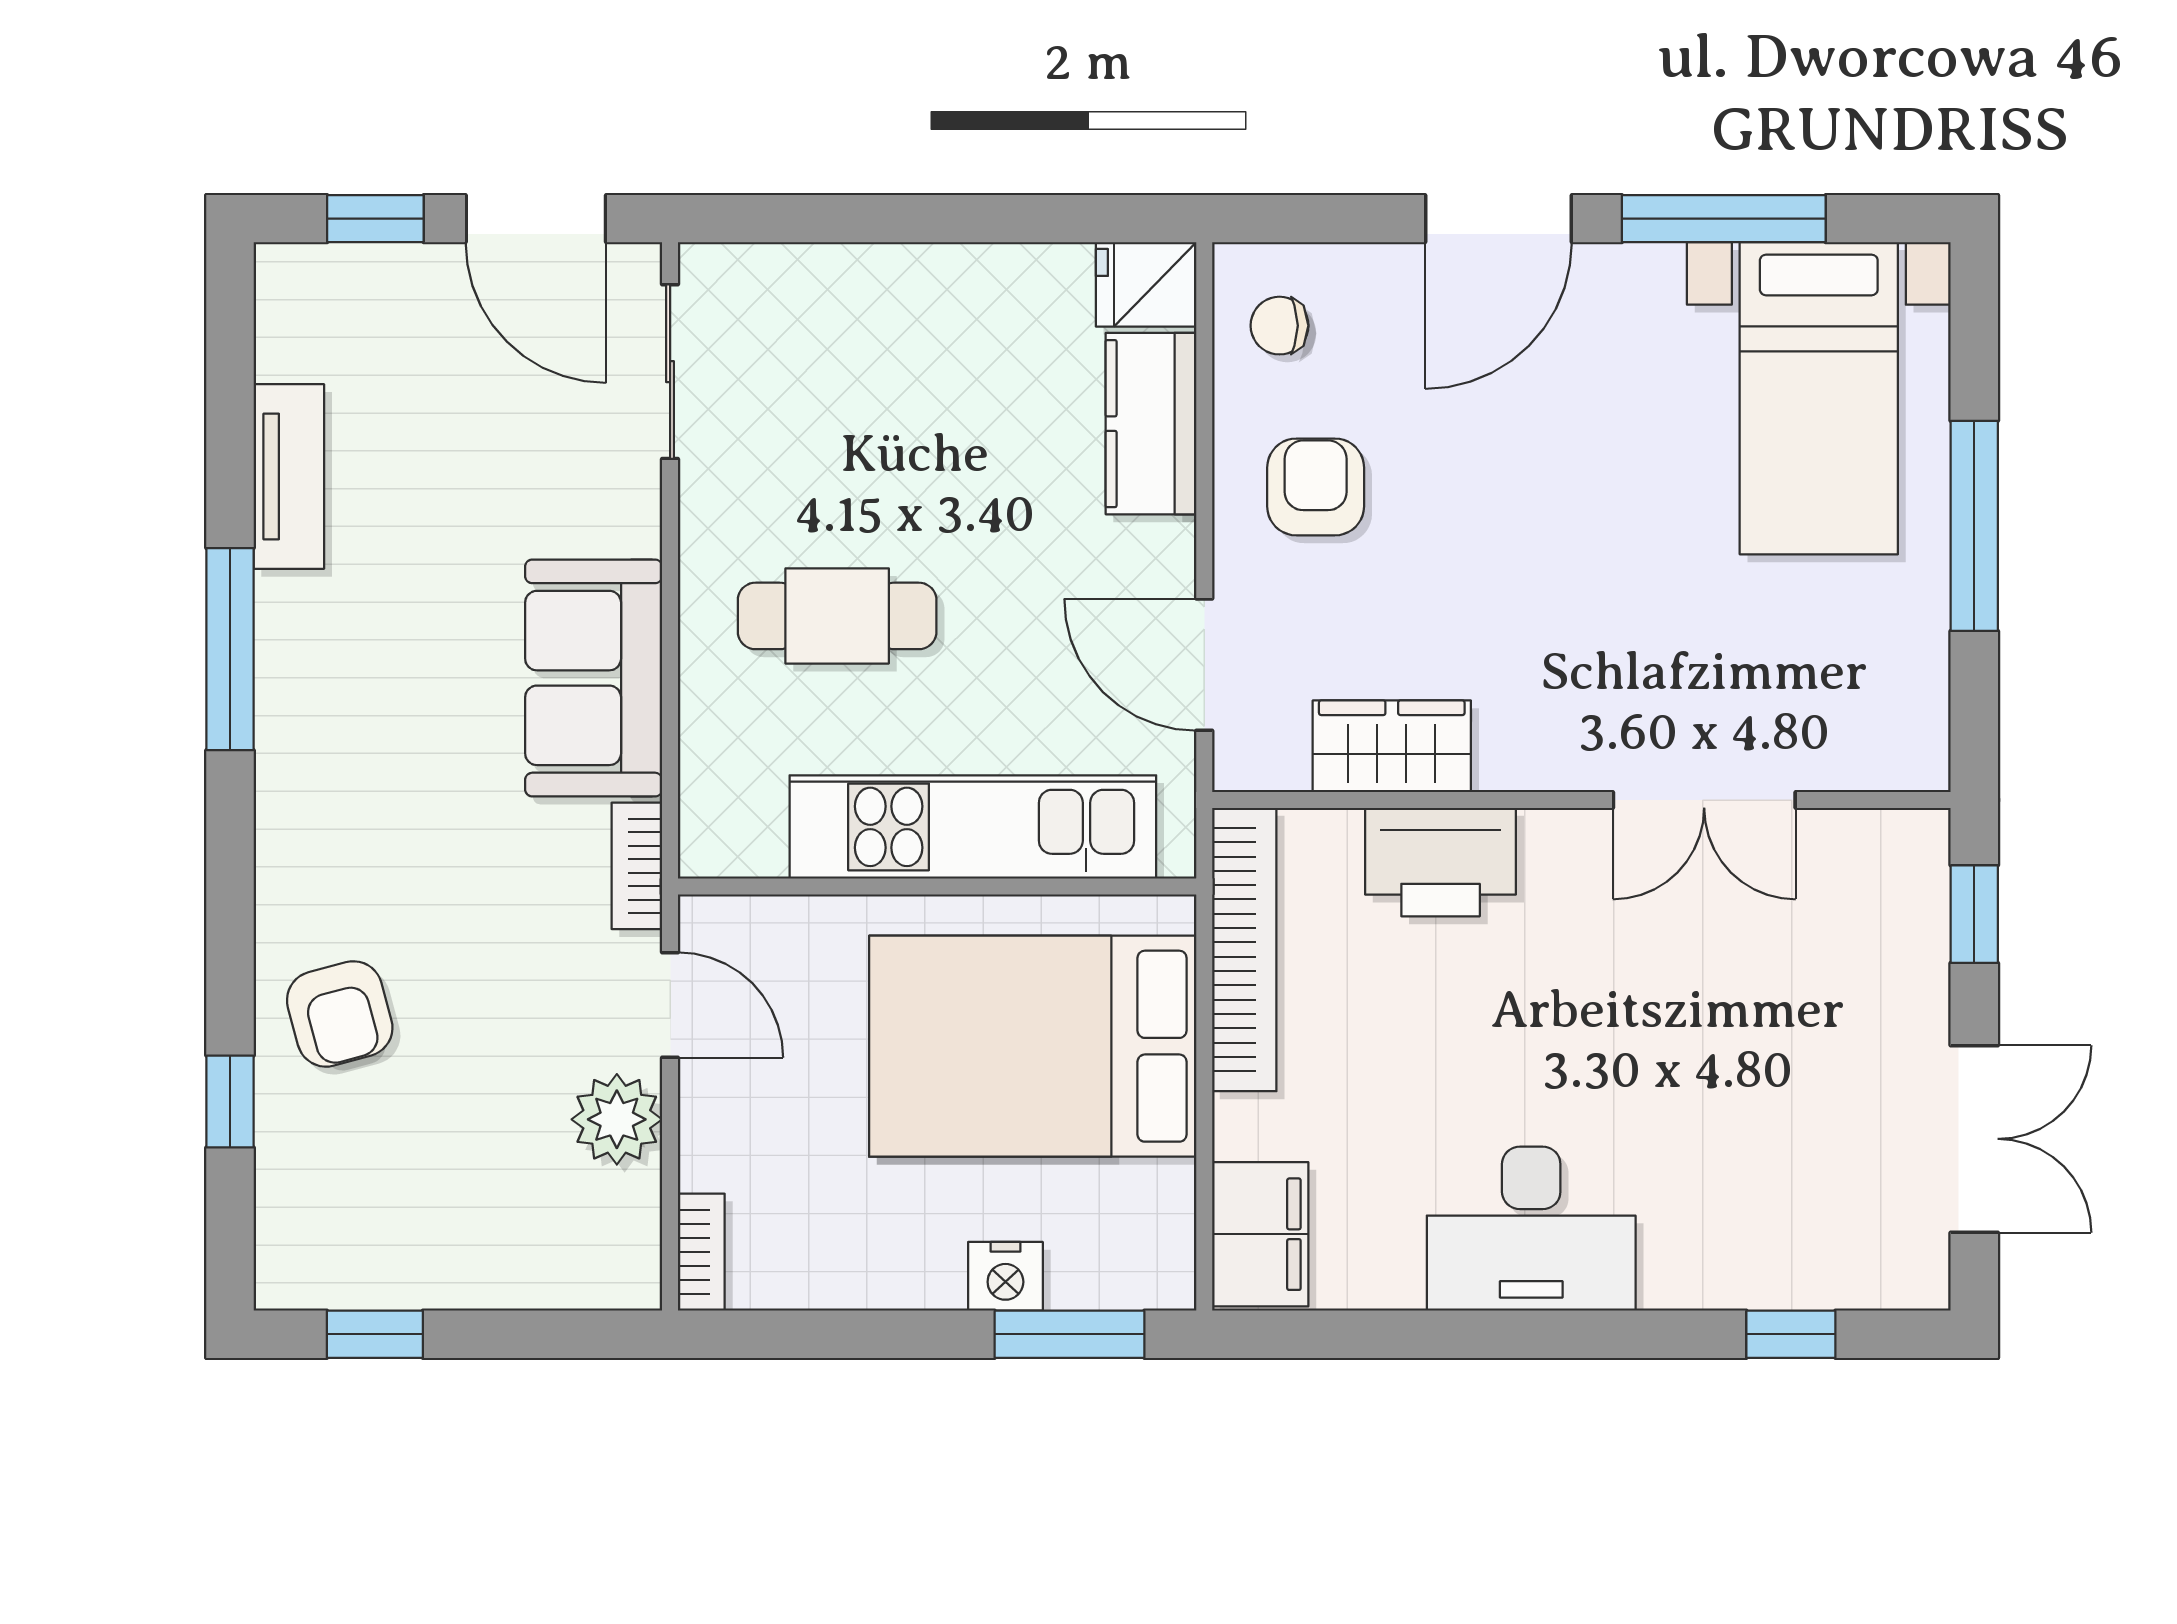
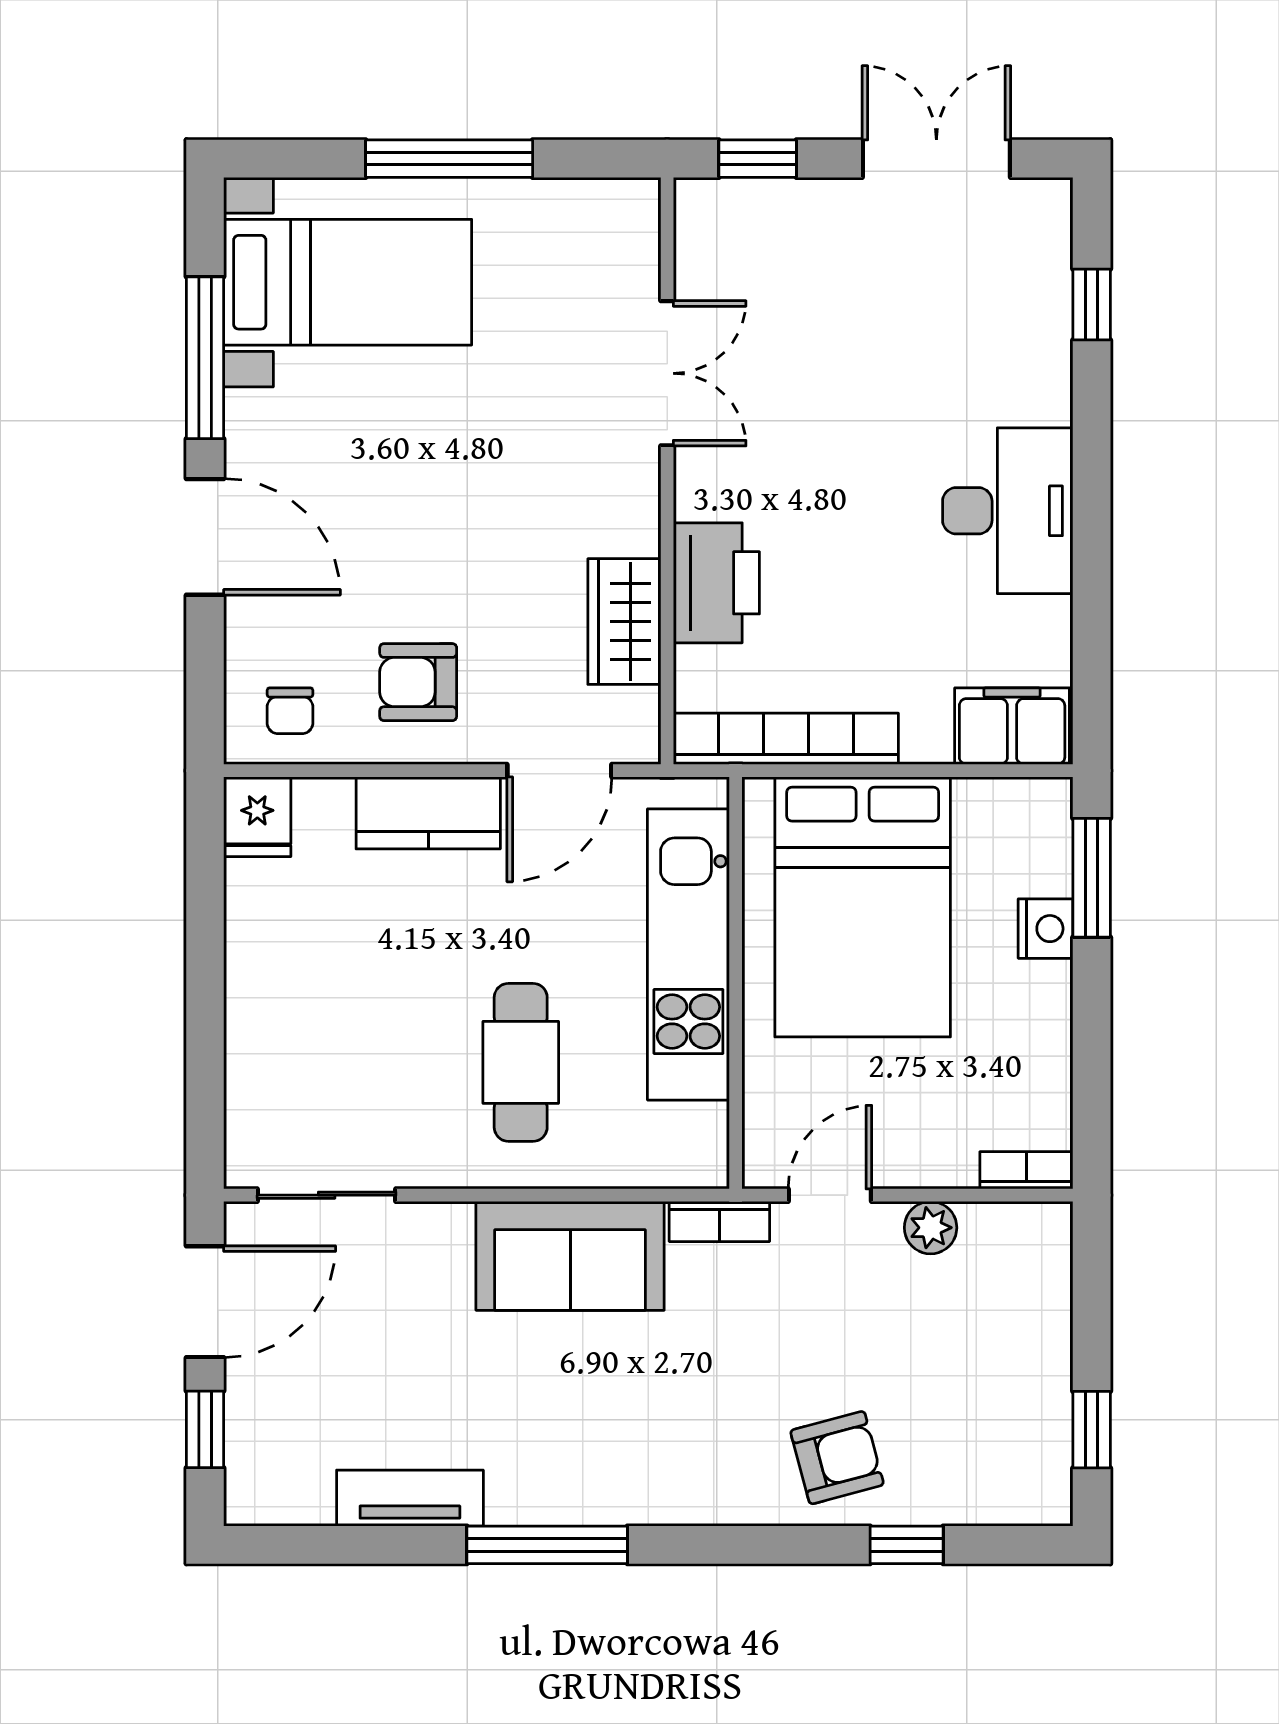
kitchen counter: (1151, 424) -> (428, 813), moved
plant: (617, 1119) -> (931, 1228), width x0.73, depth x0.73

